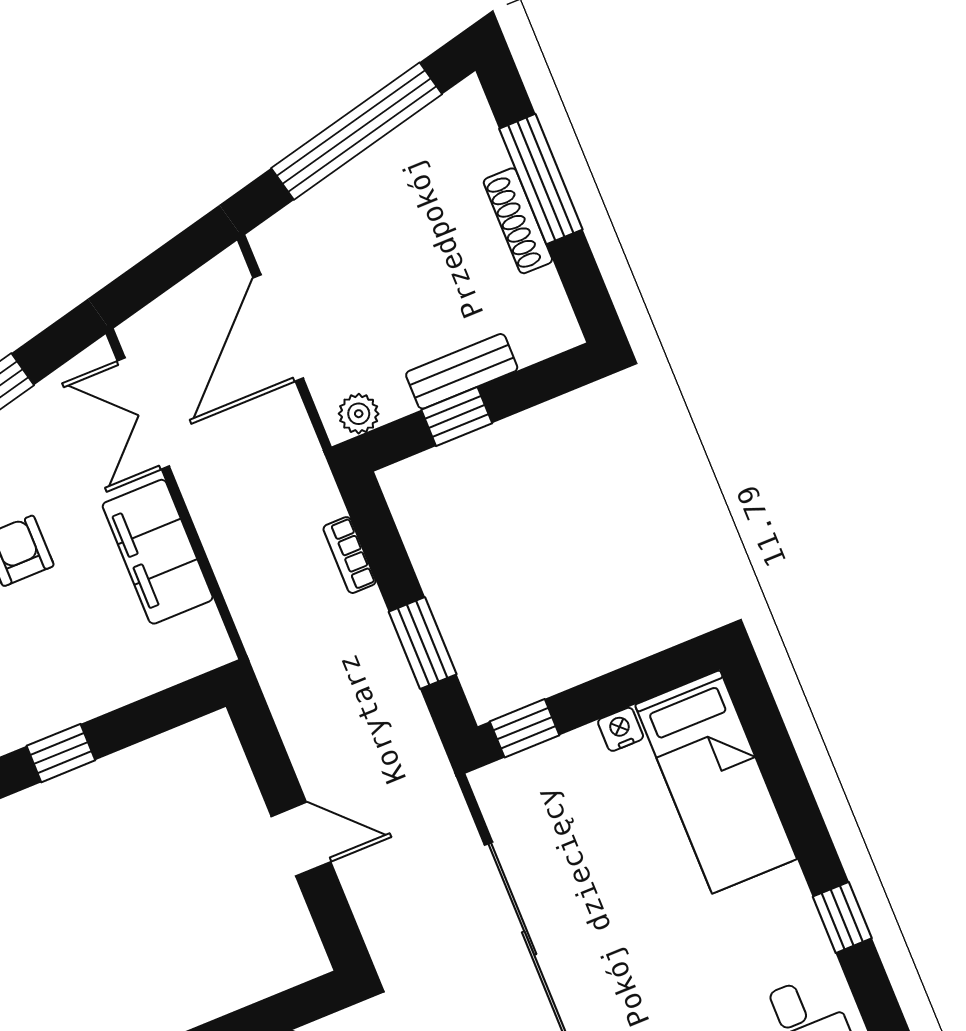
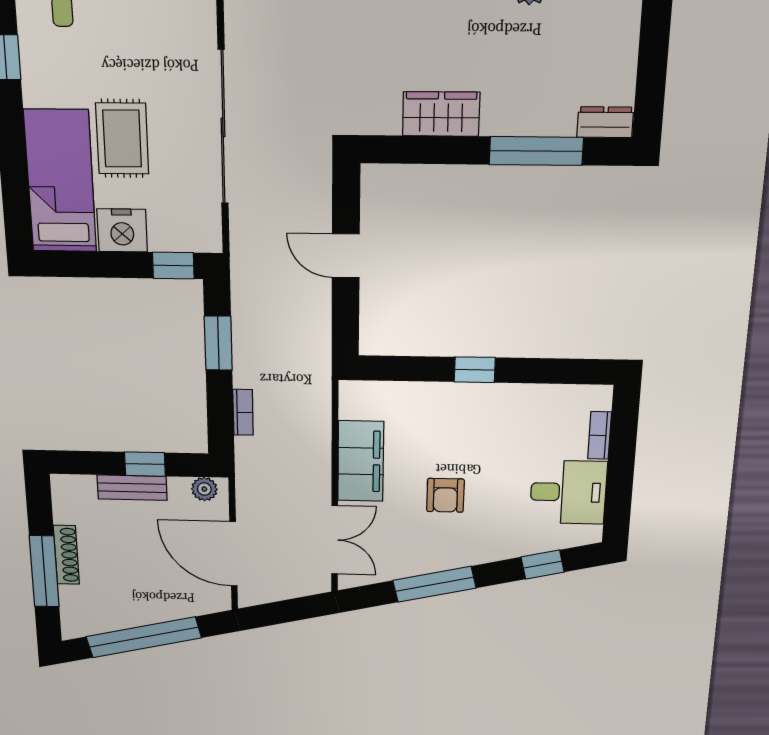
door: (278, 328) -> (233, 554), swing flipped
nightstand: (621, 729) -> (122, 230), width x1.89, depth x1.79
rug: (655, 874) -> (122, 139), added

